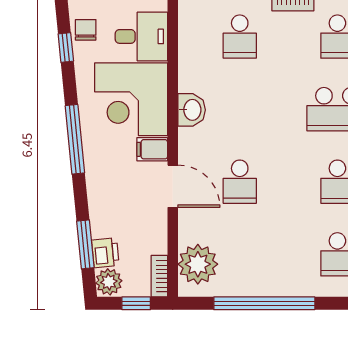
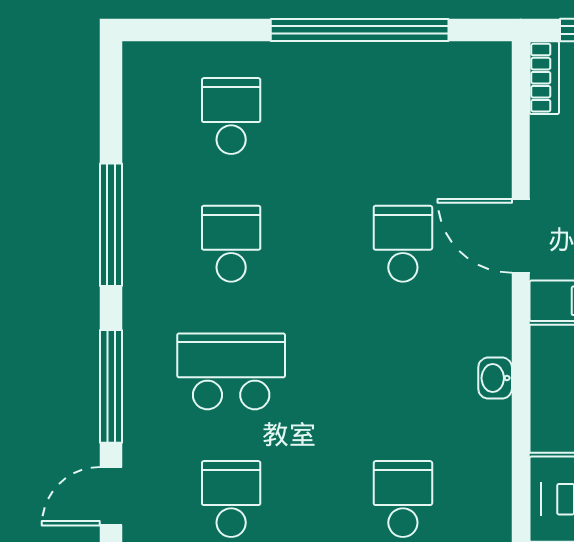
washbasin: (192, 110) -> (495, 378), width x0.72, depth x0.69
plant: (198, 264) -> (477, 99), removed

